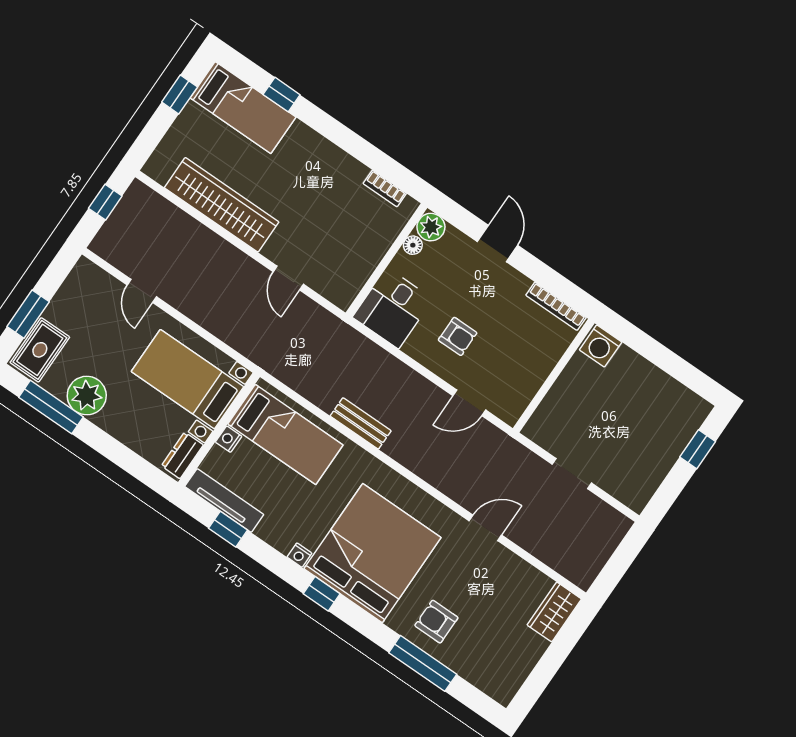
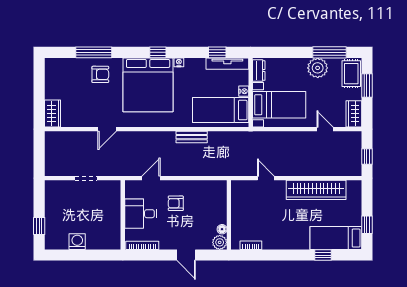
wardrobe: (80, 284) -> (354, 114), added
desk: (393, 308) -> (141, 214), moved, turned -90
washing machine: (601, 346) -> (77, 242), moved

